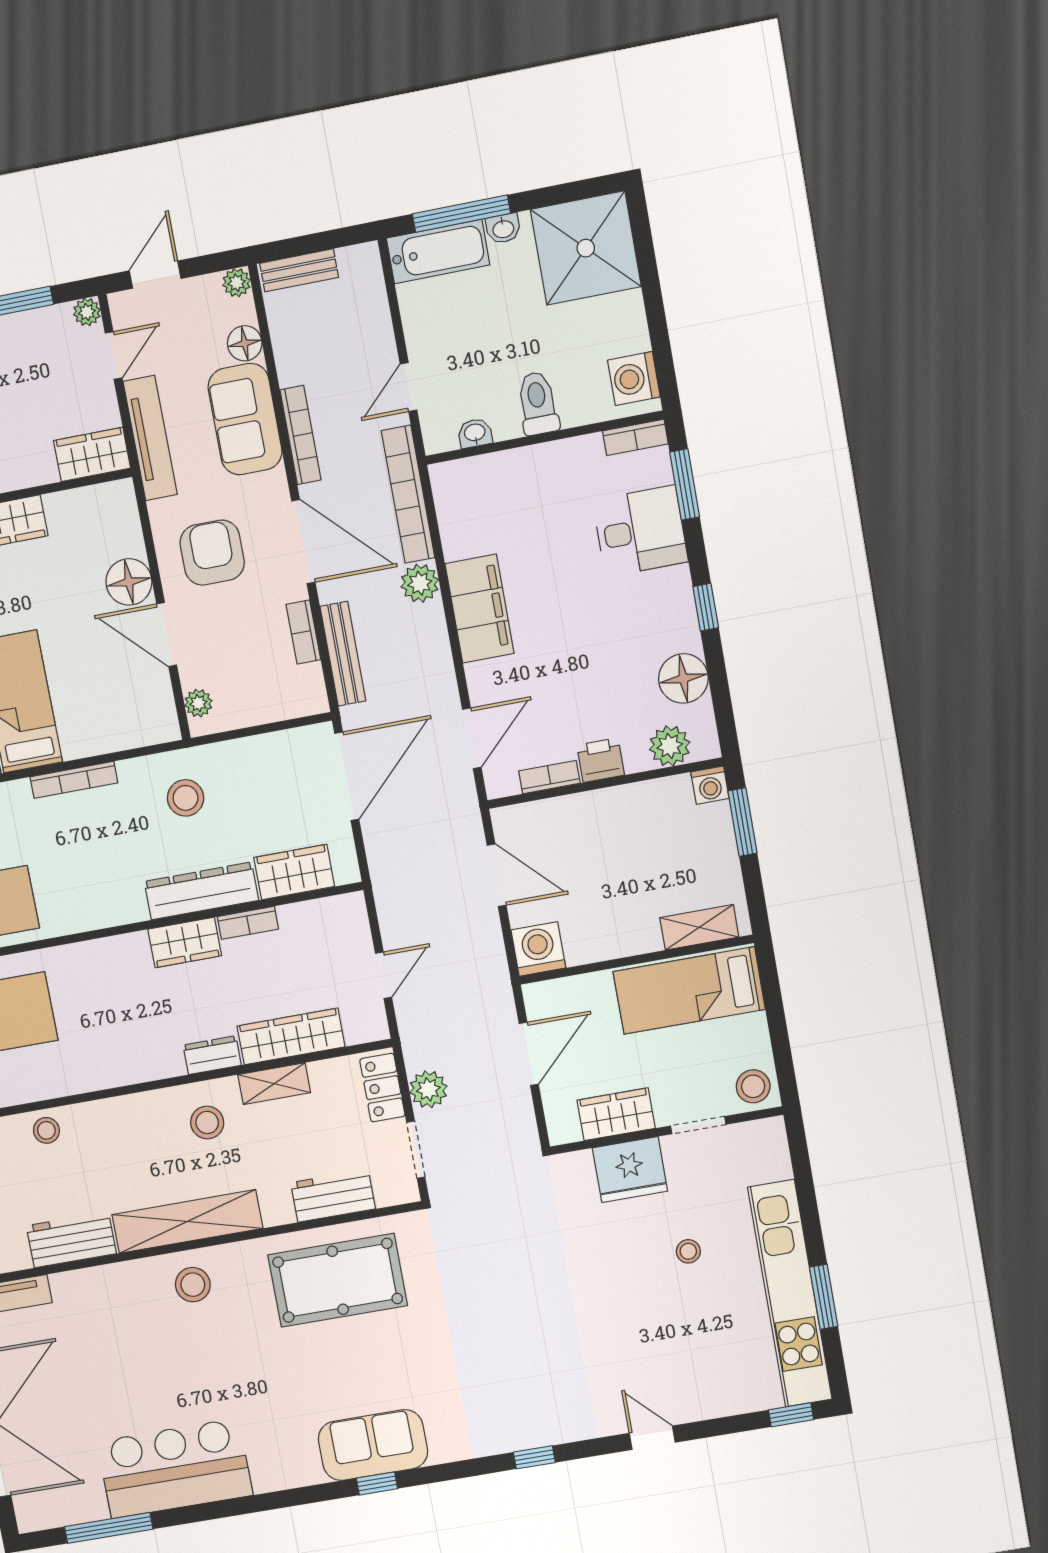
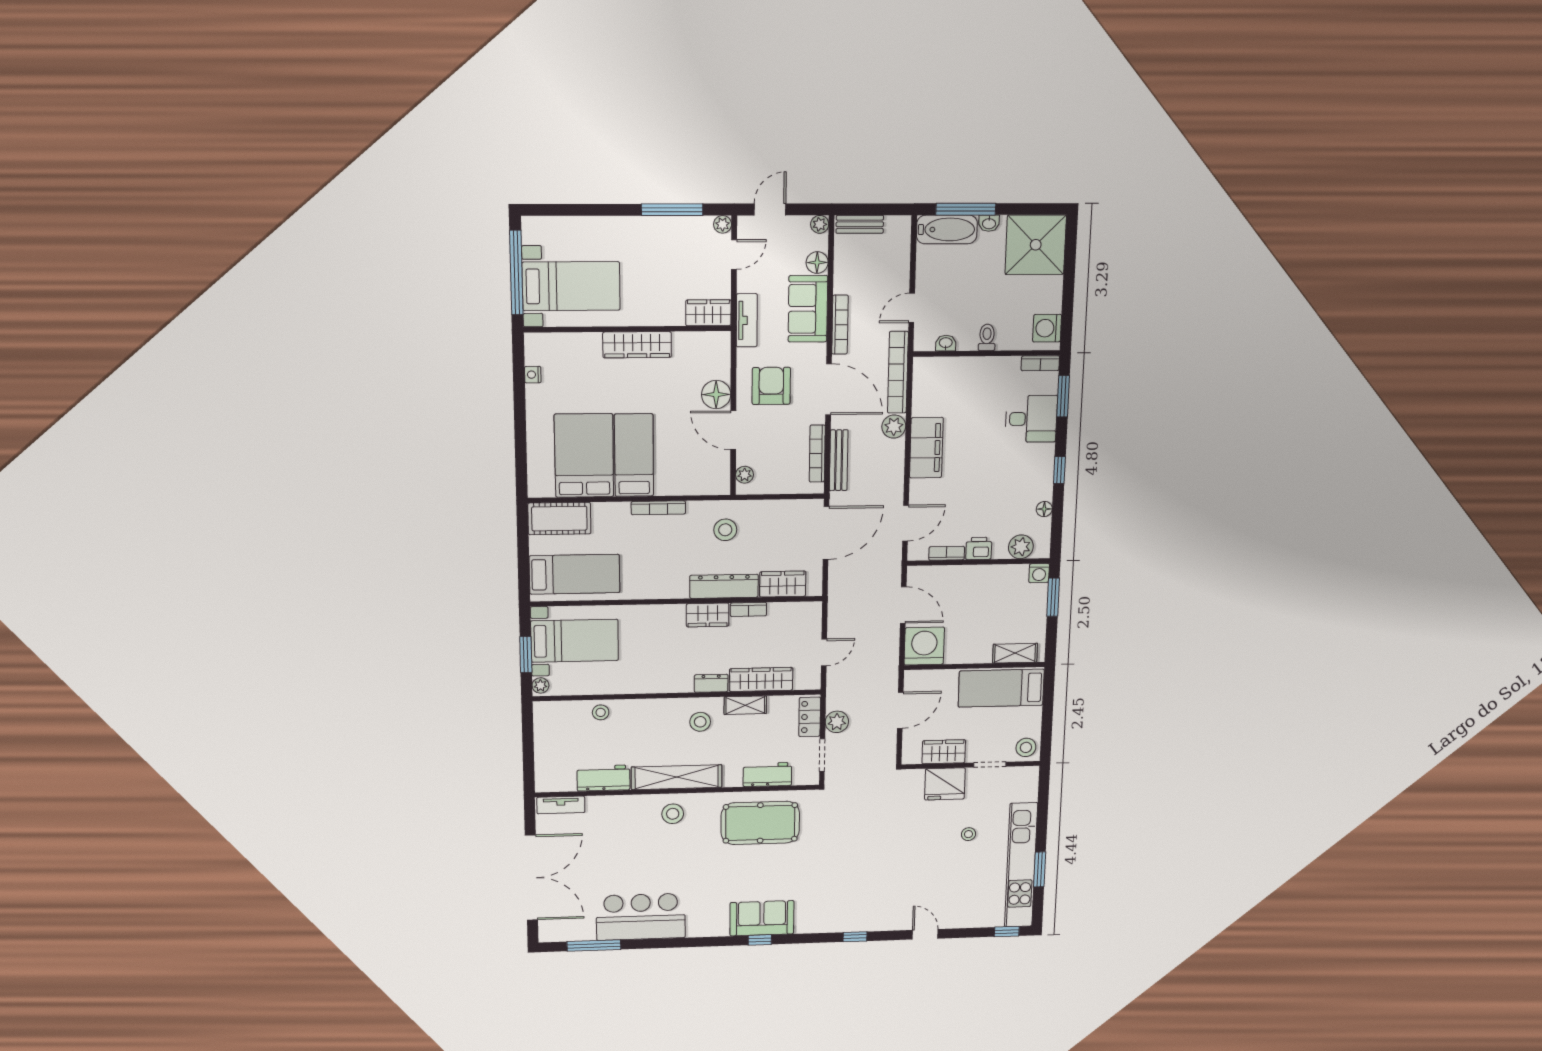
toilet: (538, 403) -> (987, 337), width x0.73, depth x0.72
tv unit: (150, 438) -> (747, 320), width x0.71
bookcase: (303, 632) -> (817, 454), width x1.56
floor lamp: (683, 678) -> (1044, 509), width x0.53, depth x0.53
washing machine: (538, 949) -> (924, 646), width x1.37, depth x1.37

